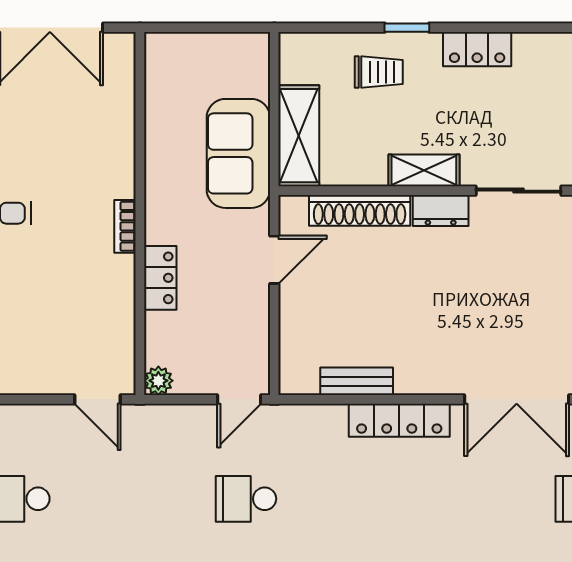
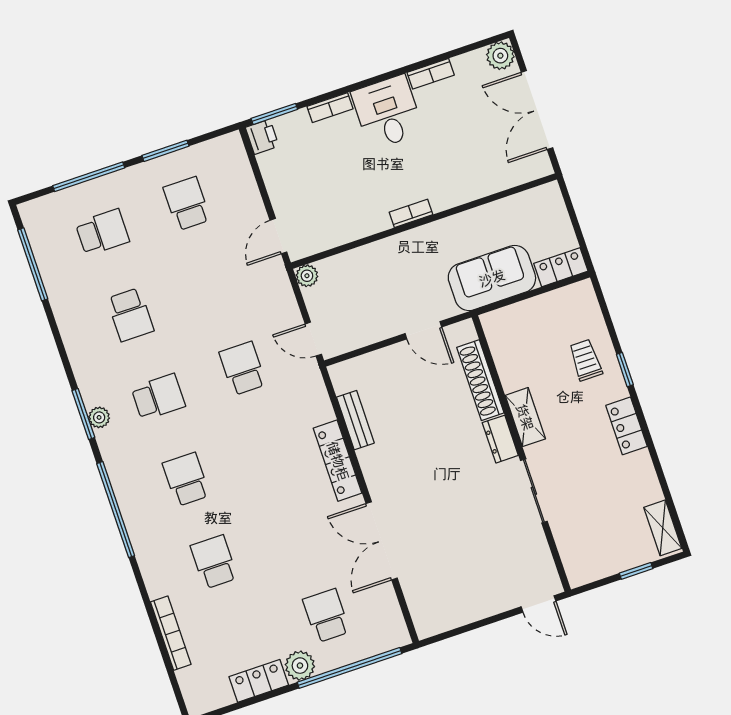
trolley: (379, 72) -> (586, 360), turned 180
shelving: (299, 136) -> (520, 317), removed
locker: (160, 278) -> (561, 267), moved, turned 180

